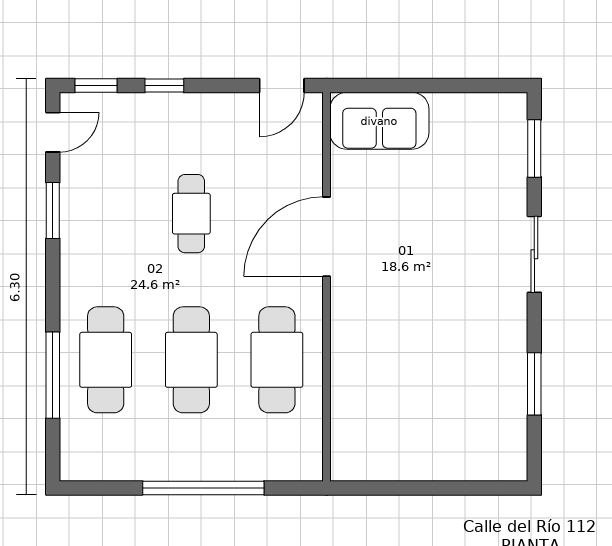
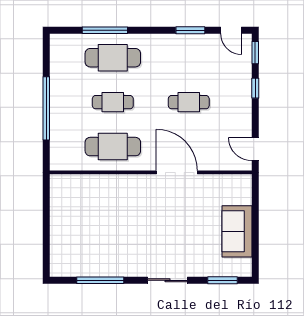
sofa: (379, 121) -> (237, 231), moved
cafe table: (191, 360) -> (113, 102), width x0.73, depth x0.74
window: (534, 384) -> (100, 280), width x1.44

